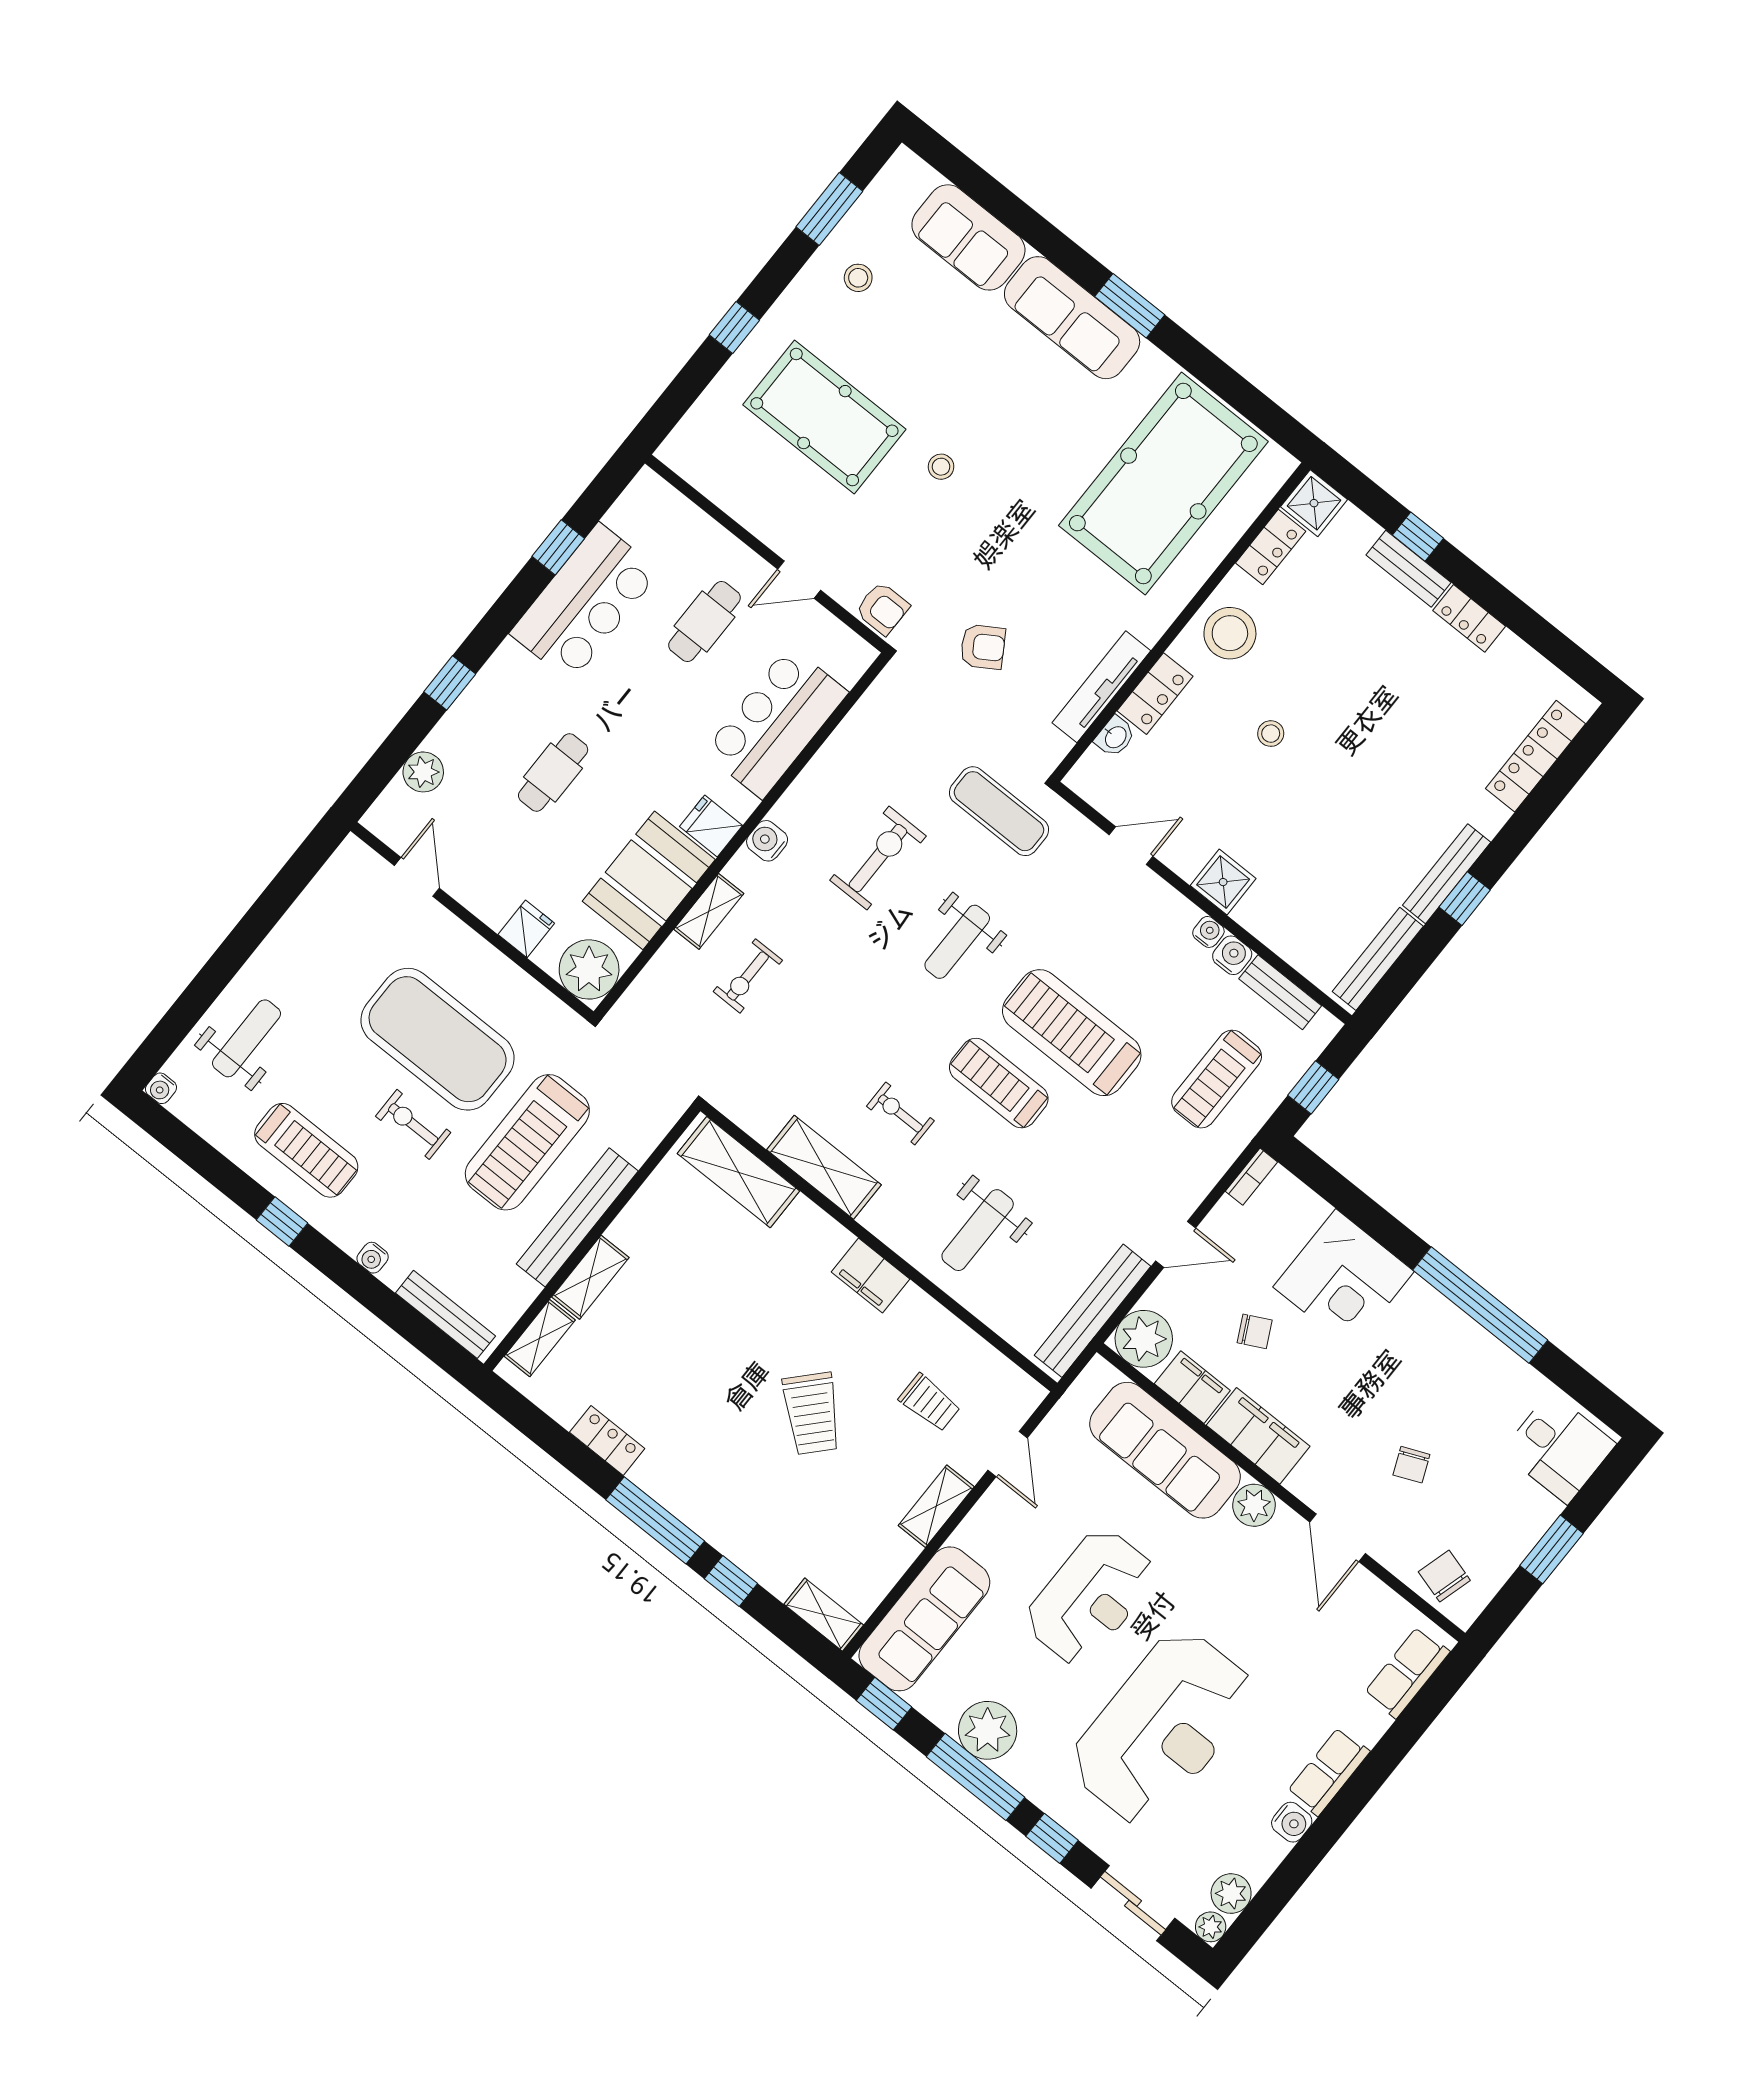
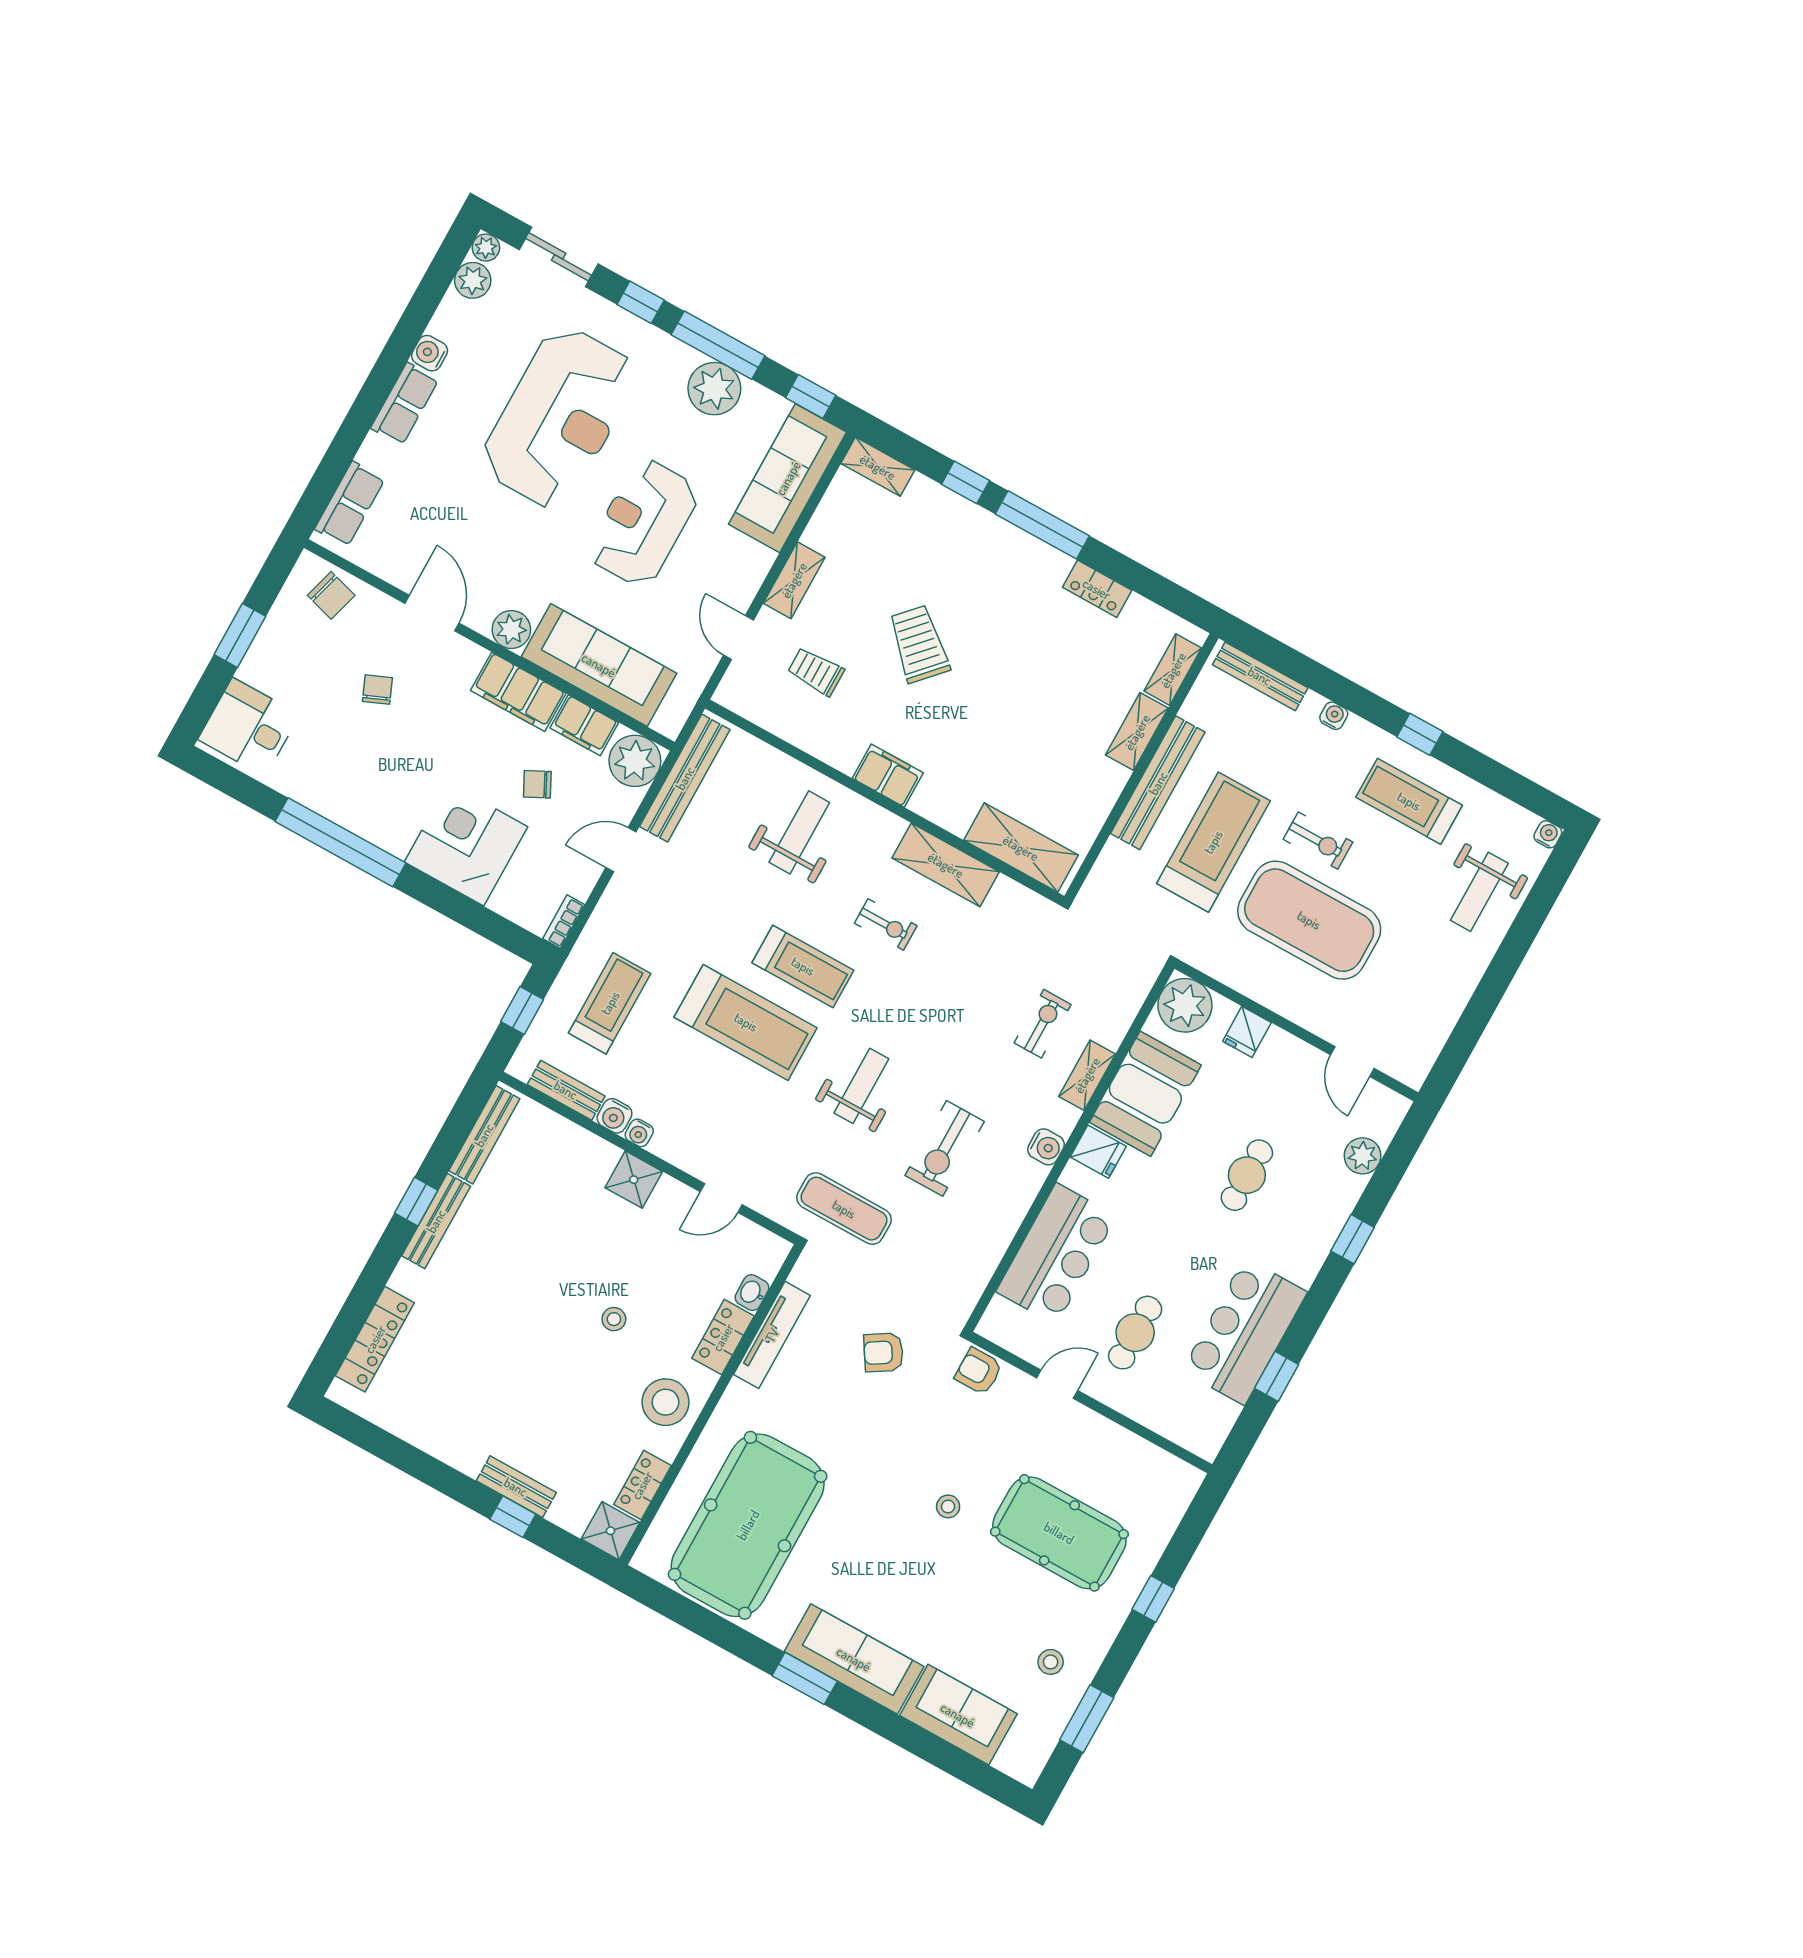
locker: (1469, 618) -> (455, 1452), removed
reception desk: (1162, 1728) -> (559, 417), turned 180

